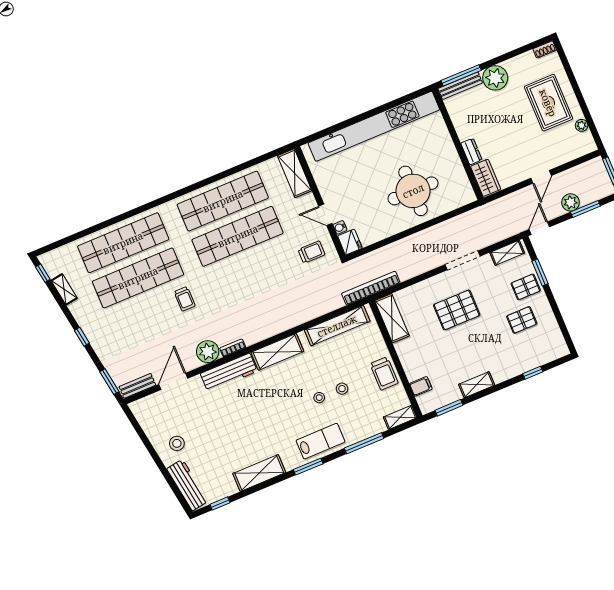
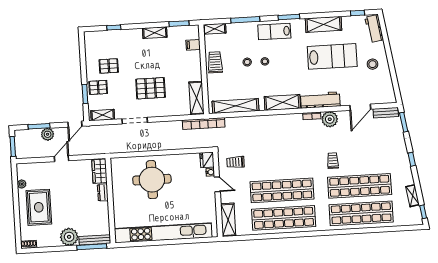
lab bench: (233, 435) -> (332, 56), added
workbench: (187, 485) -> (374, 29), width x0.73

